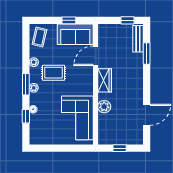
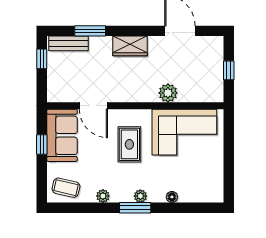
rug: (53, 73) -> (129, 144), moved
wardrobe: (105, 80) -> (130, 46), moved, turned 180
window: (26, 116) -> (182, 208), removed

